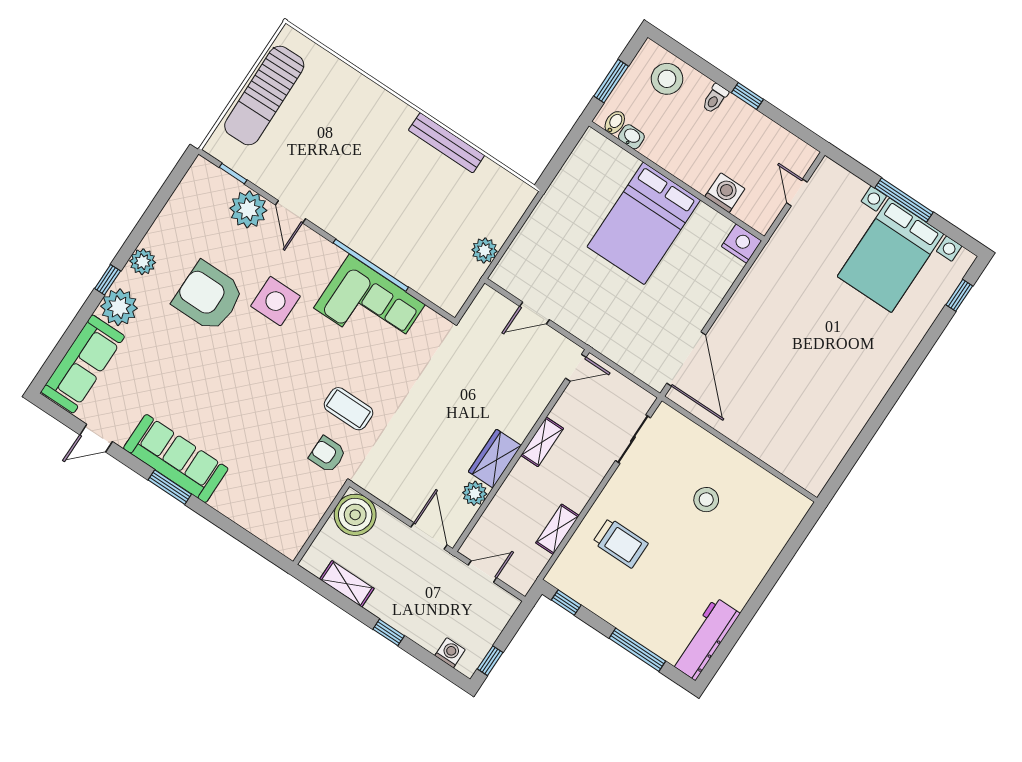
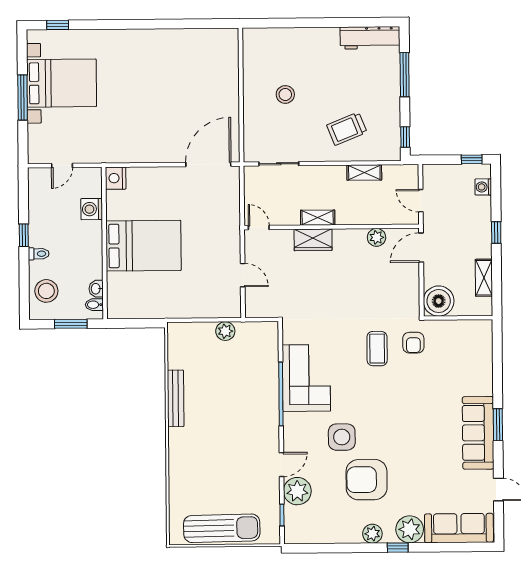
armchair: (208, 296) -> (367, 480), turned 90
wardrobe: (495, 459) -> (313, 240), moved
trolley: (620, 543) -> (347, 129), turned -112

